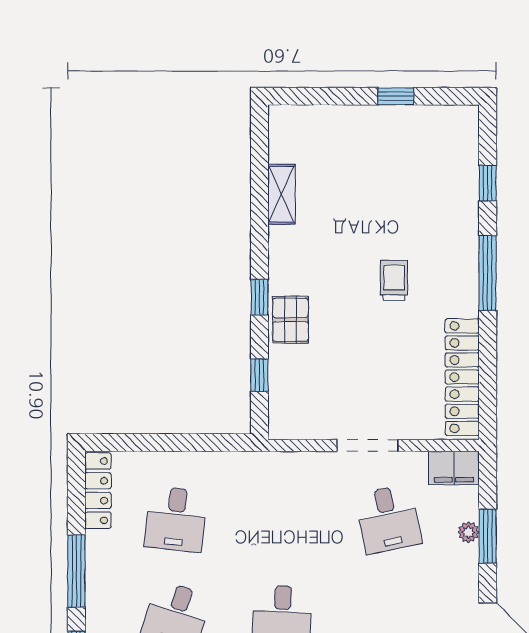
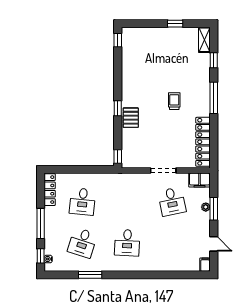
window: (259, 135) -> (118, 40), added
shelving: (281, 194) -> (204, 40), moved
window: (259, 375) -> (118, 157), moved

